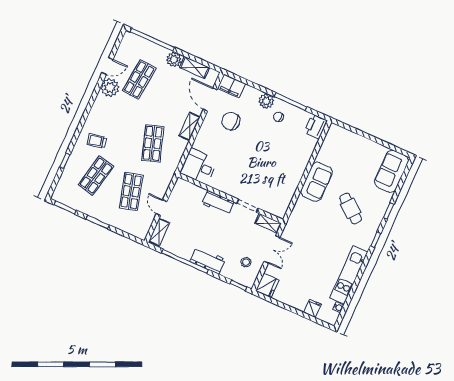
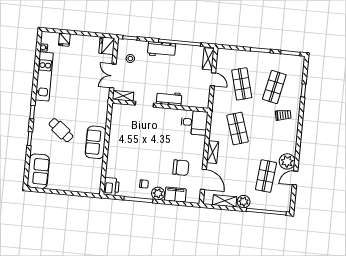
filing cabinet: (232, 86) -> (175, 195), moved

